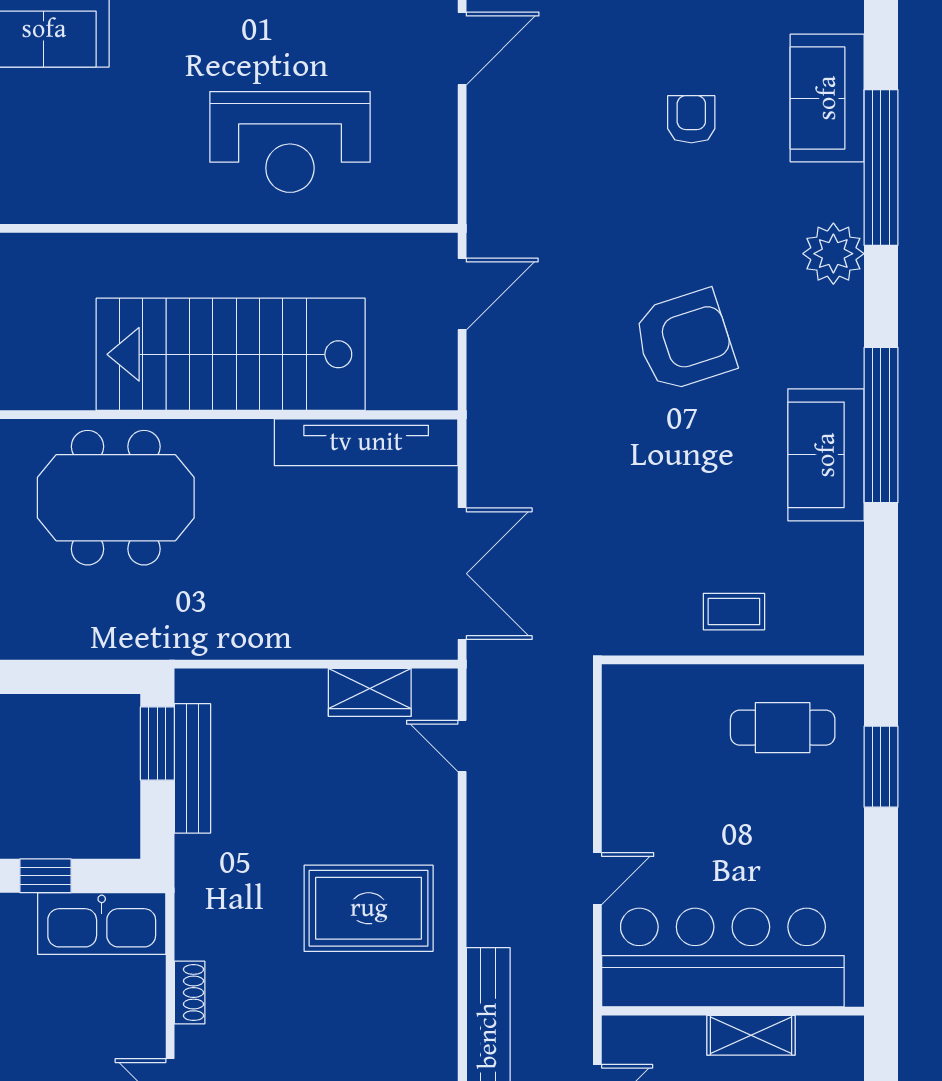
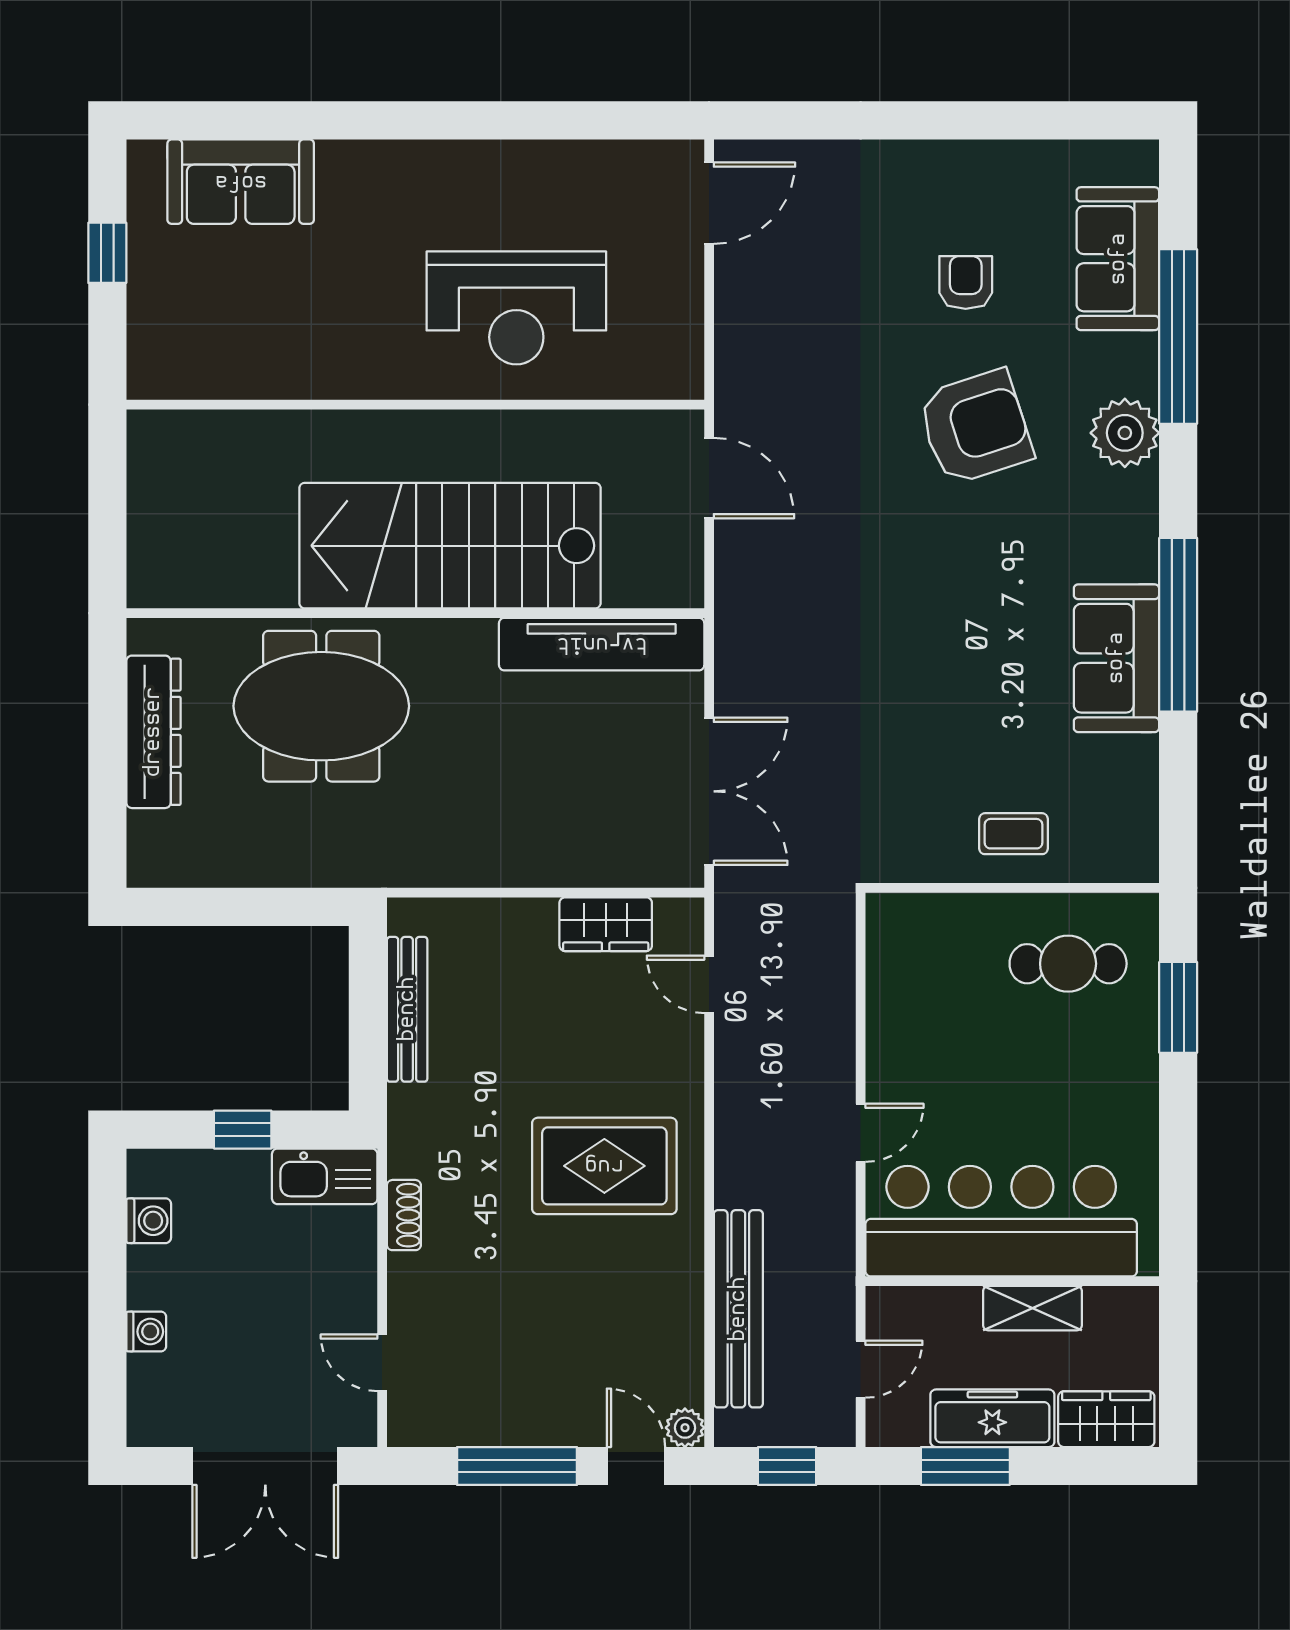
door: (462, 294) -> (709, 478), hinge flipped
armchair: (684, 341) -> (975, 427), moved
window: (157, 743) -> (368, 981), removed
kitchen sink: (102, 924) -> (325, 1176), width x0.73, depth x0.81
shoe rack: (190, 993) -> (404, 1215), moved

